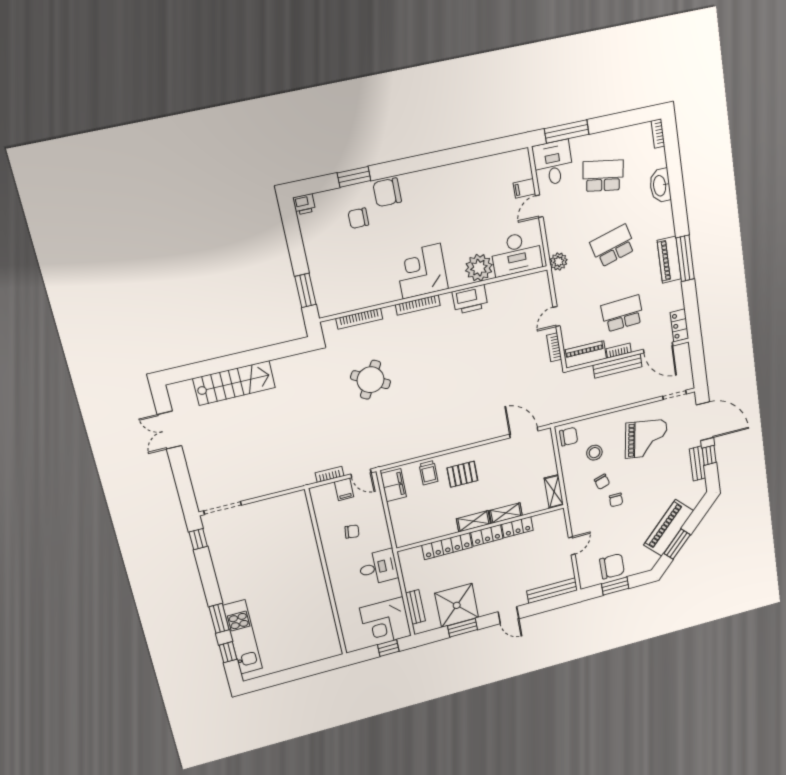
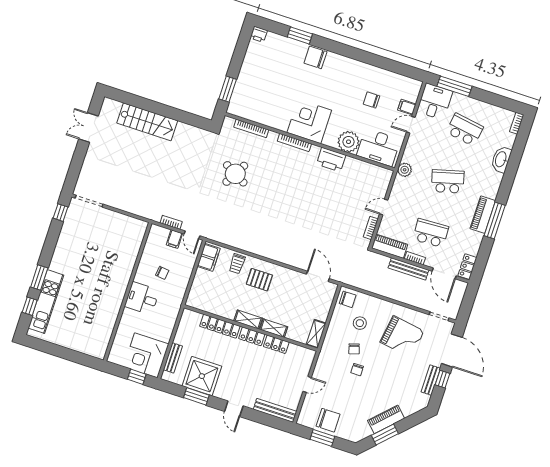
chair: (358, 218) -> (371, 100), moved
piano: (669, 528) -> (386, 419), width x0.73, depth x0.75
desk: (378, 567) -> (142, 298), moved, turned 180

